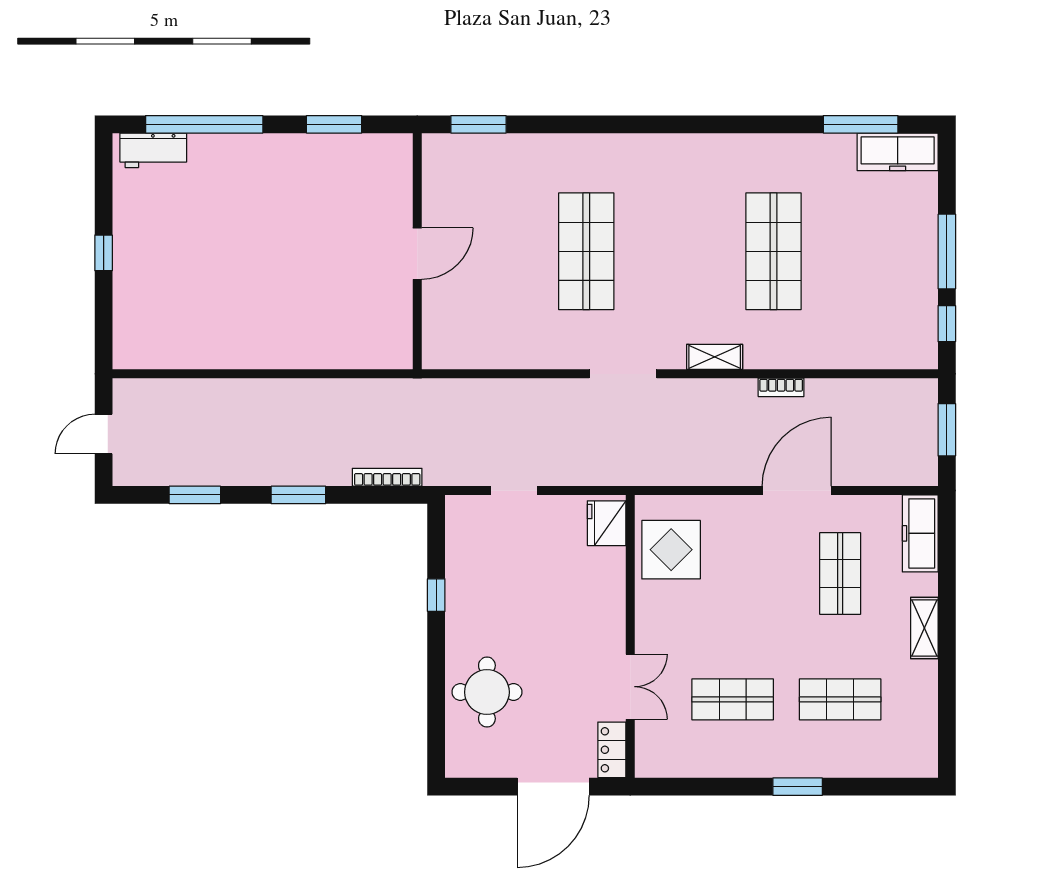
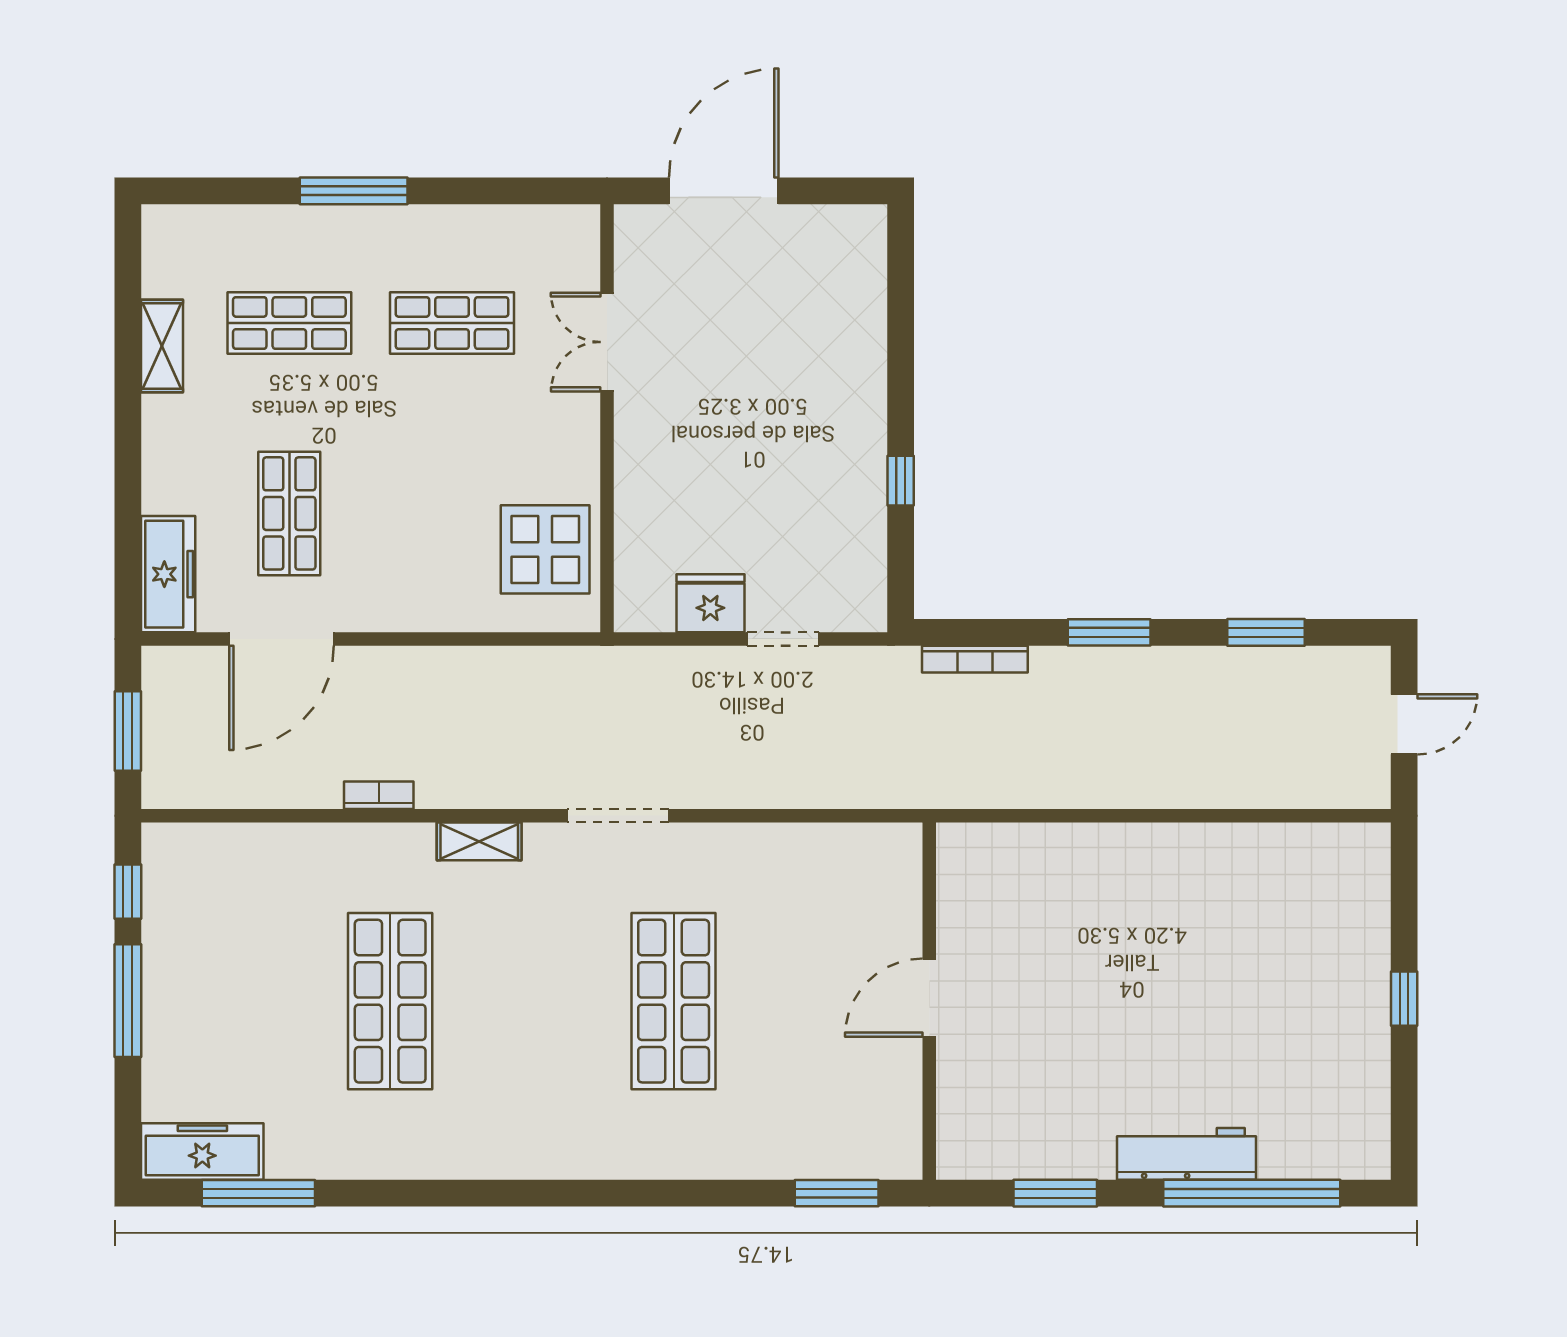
workbench: (153, 150) -> (1186, 1154), moved, width x1.38
door: (797, 491) -> (282, 639), moved
fridge: (607, 523) -> (710, 603), moved, turned -90
shelving: (924, 628) -> (162, 346), moved
round table: (487, 692) -> (824, 334), removed
locker: (612, 750) -> (635, 247), removed
window: (798, 787) -> (354, 191), width x1.44

